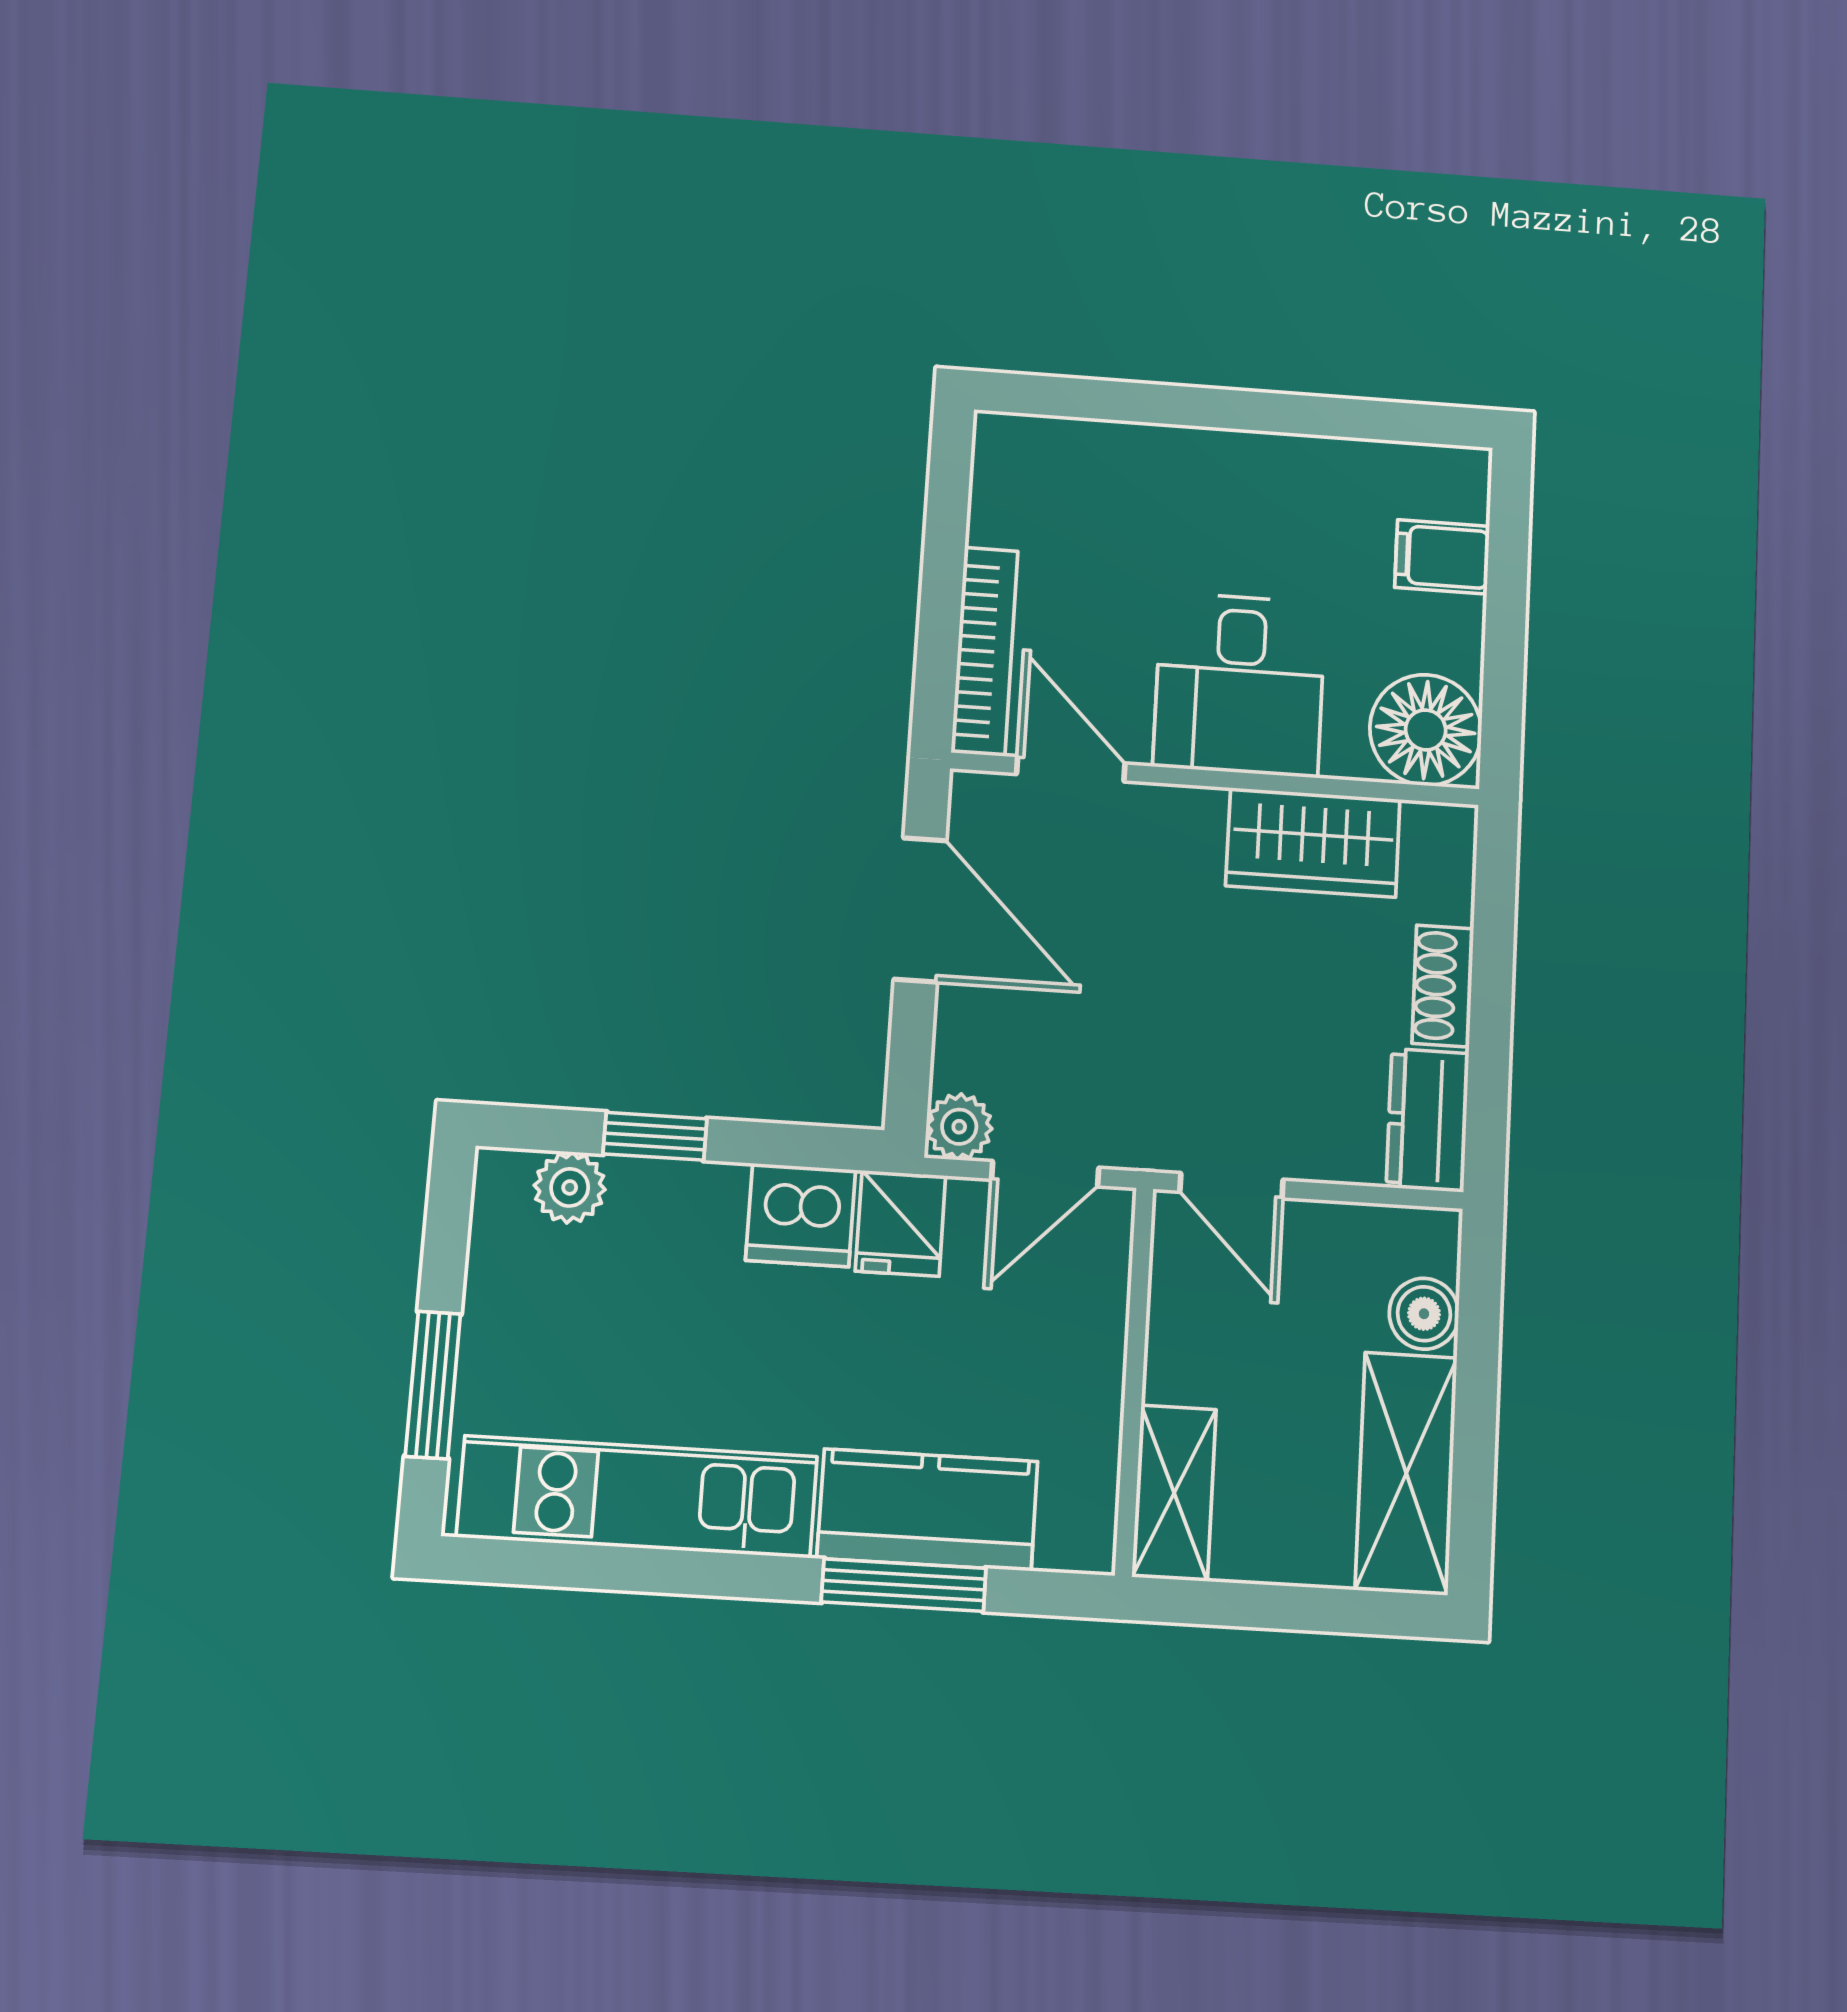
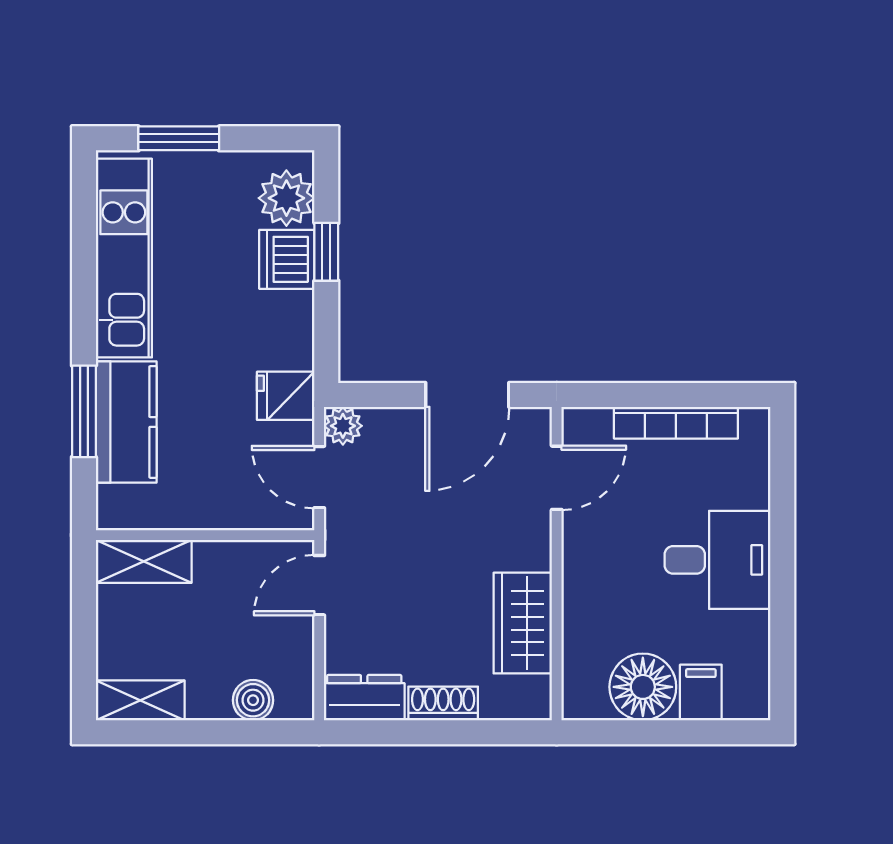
bookcase: (985, 651) -> (676, 423), moved
desk: (1240, 684) -> (718, 560), moved, turned 180
floor lamp: (1426, 730) -> (643, 687), moved
plant: (570, 1187) -> (286, 198), width x1.38, depth x1.38
dishwasher: (801, 1215) -> (287, 259), moved
shelving: (1406, 1473) -> (140, 700), width x0.67, depth x0.75

